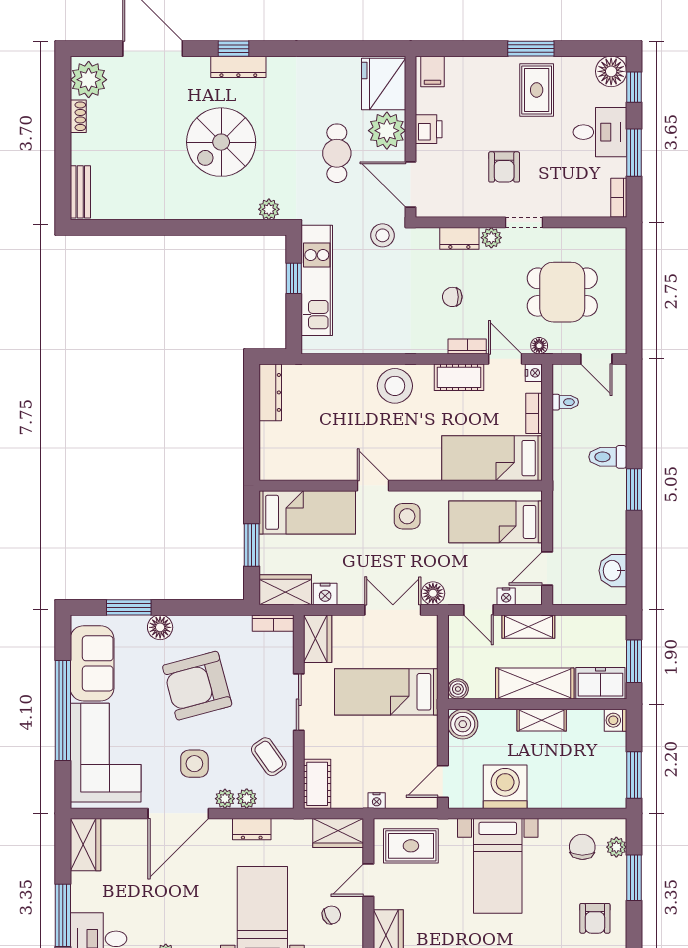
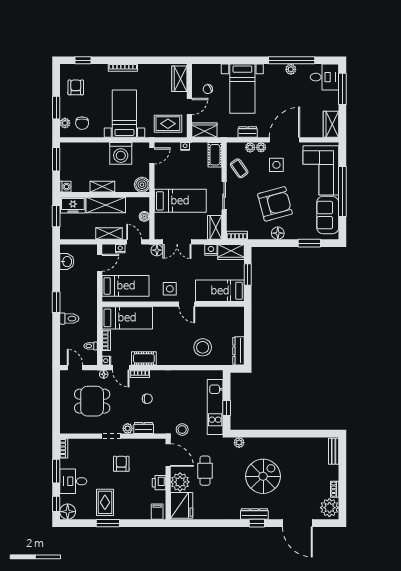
stool: (395, 386) -> (203, 347), moved
floor lamp: (160, 627) -> (278, 233), moved
boiler: (458, 689) -> (144, 216), moved

